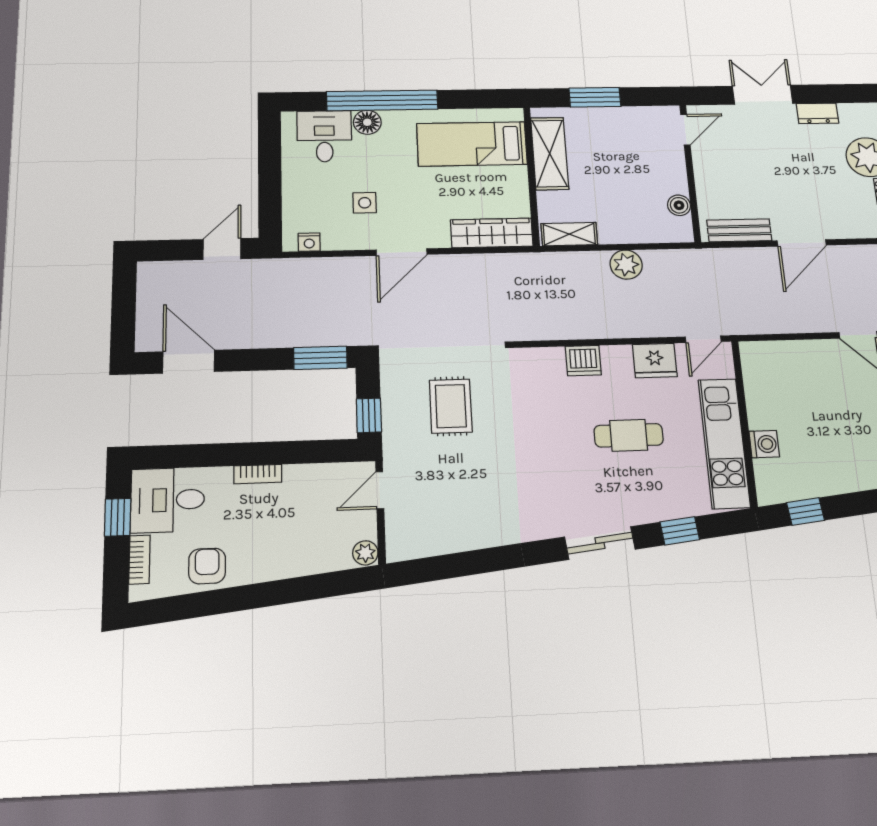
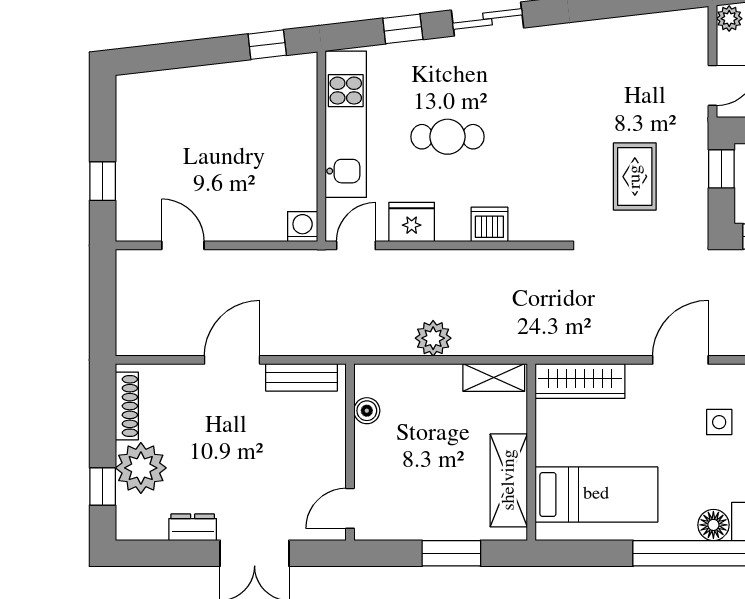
washing machine: (764, 444) -> (303, 227), moved, turned 90

